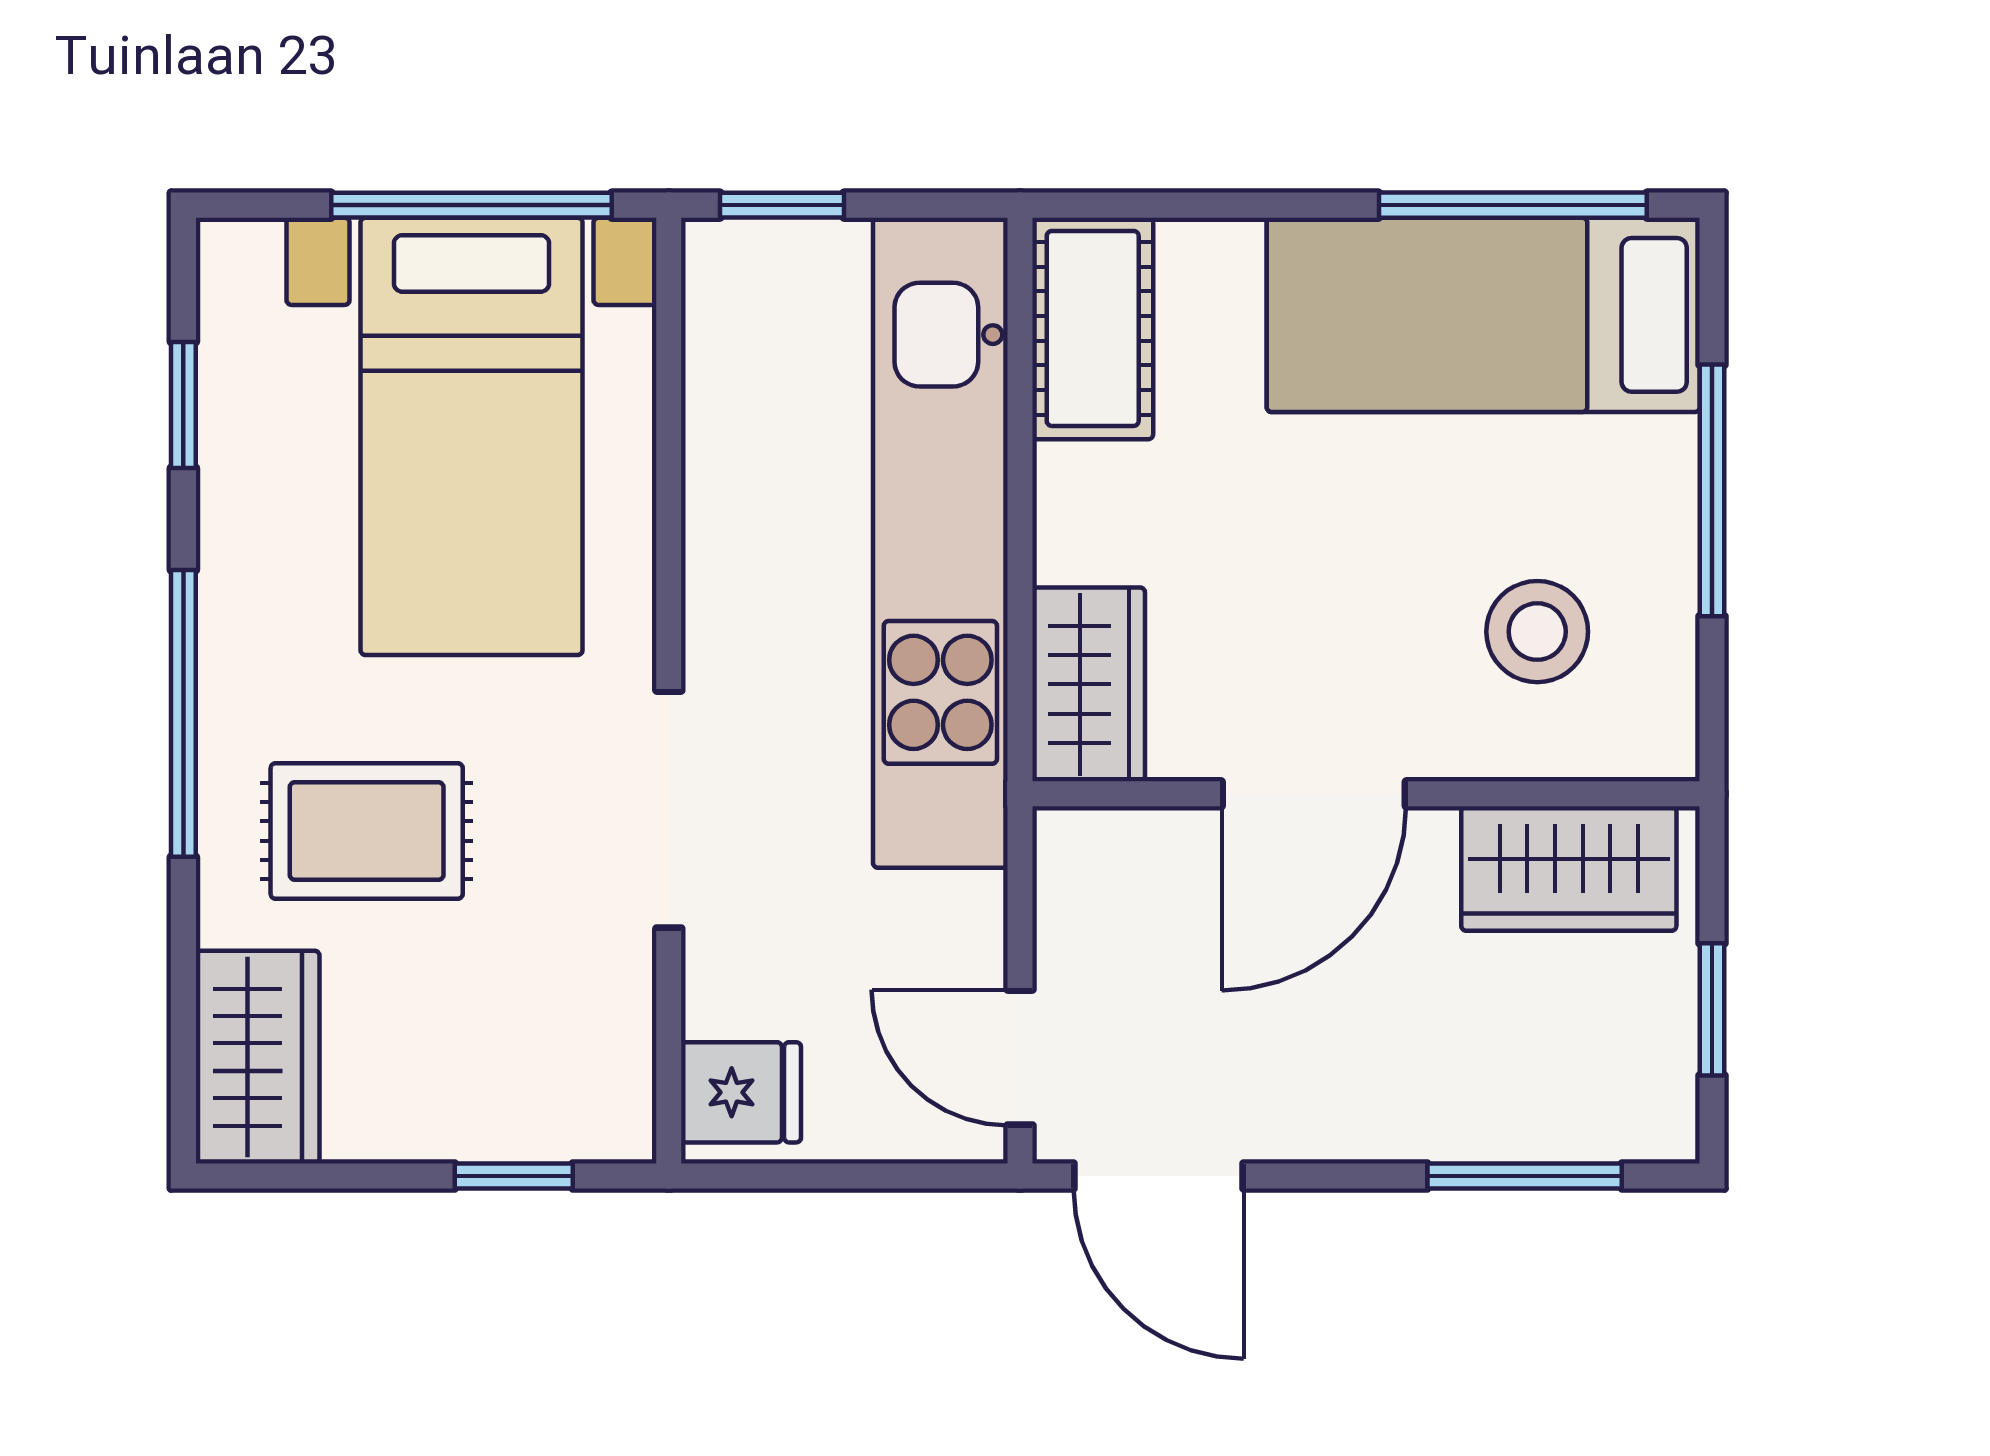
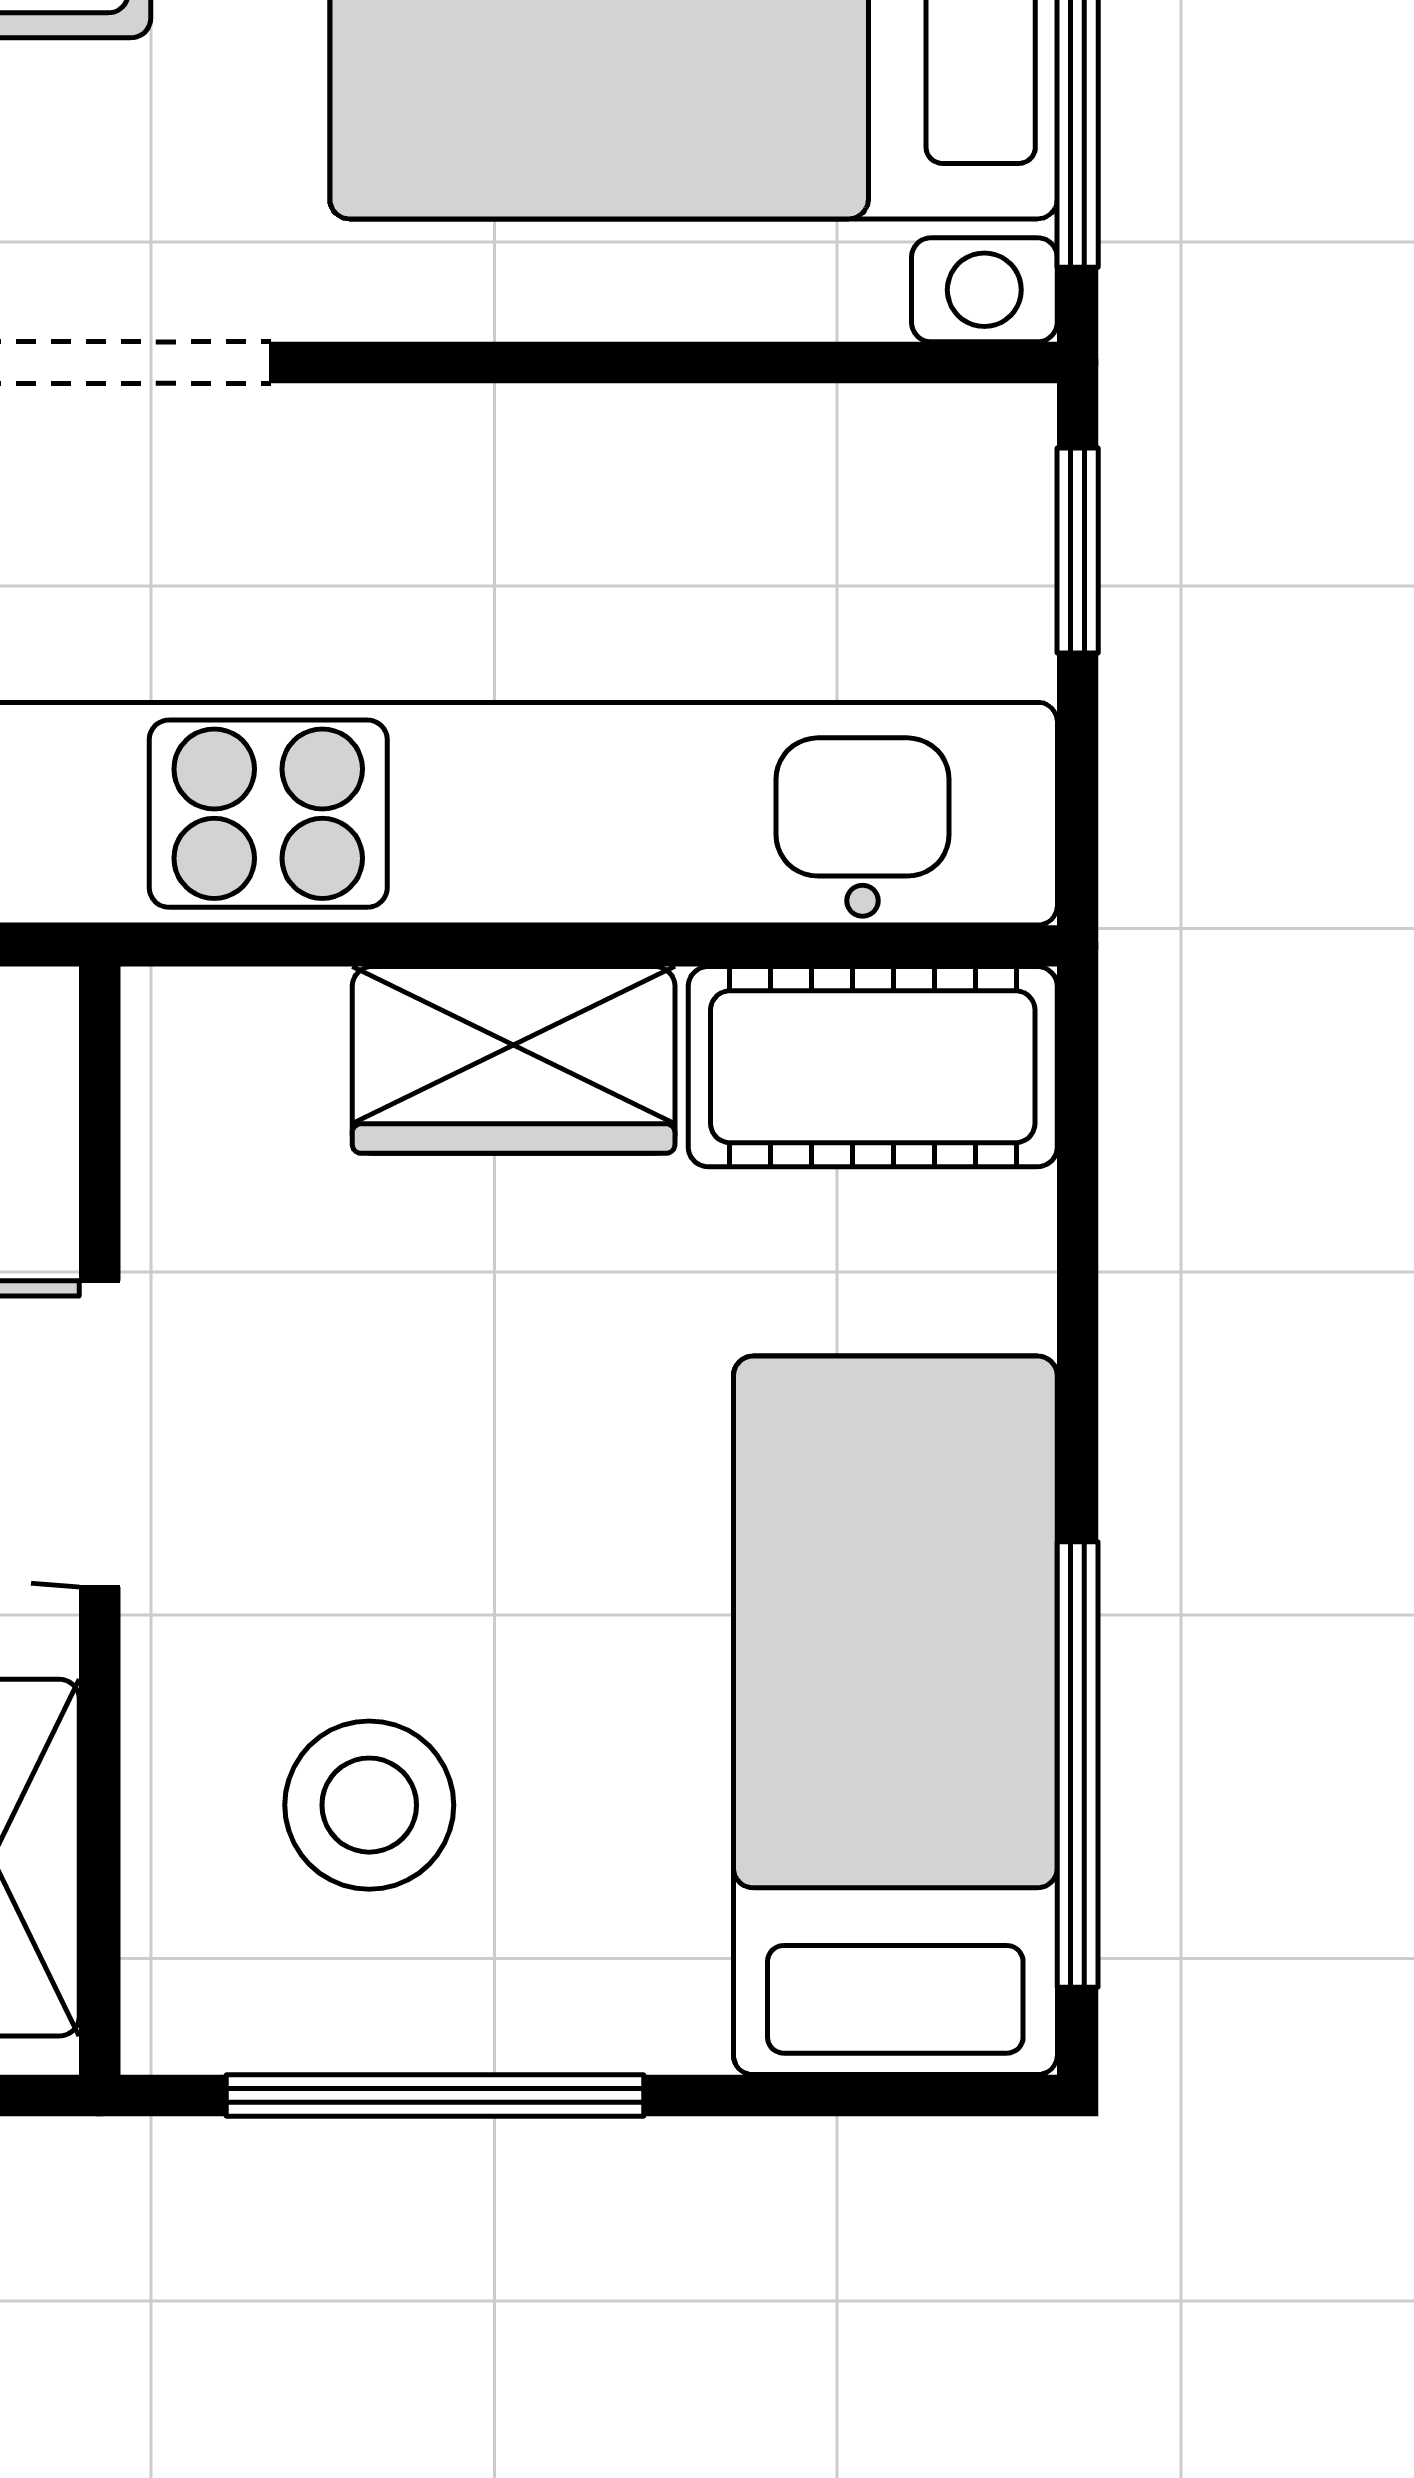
window: (1712, 490) -> (435, 2095), moved
wardrobe: (1089, 684) -> (514, 1060), moved

